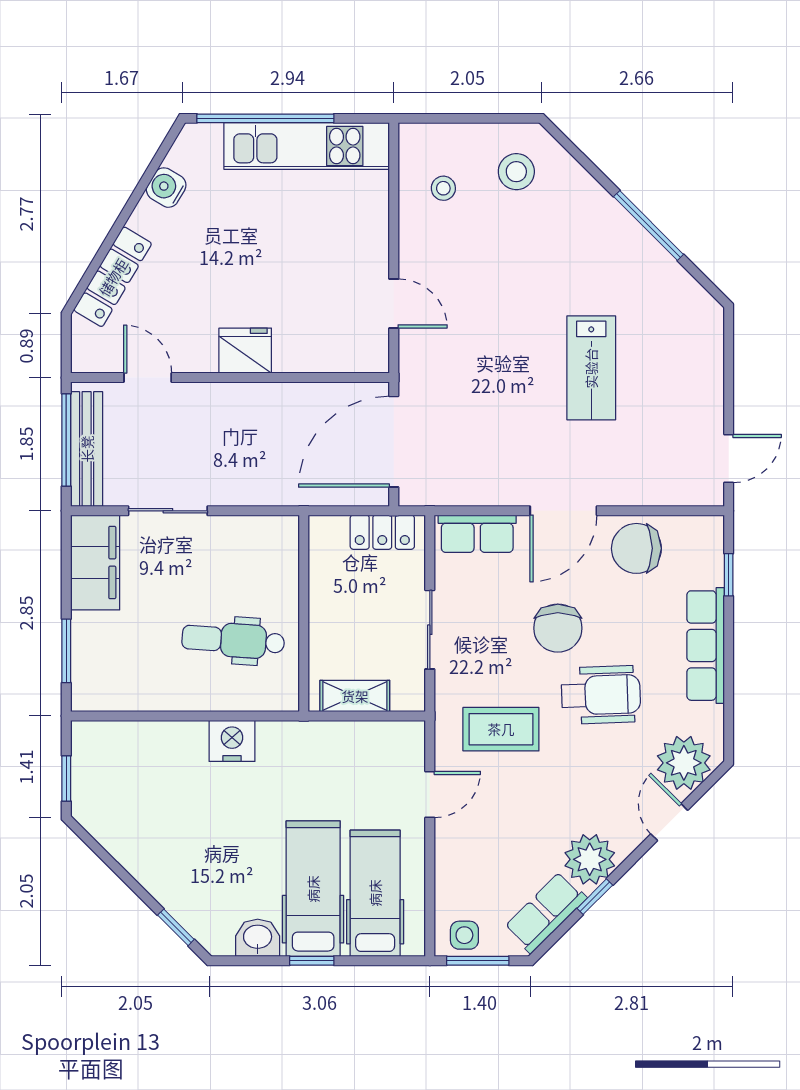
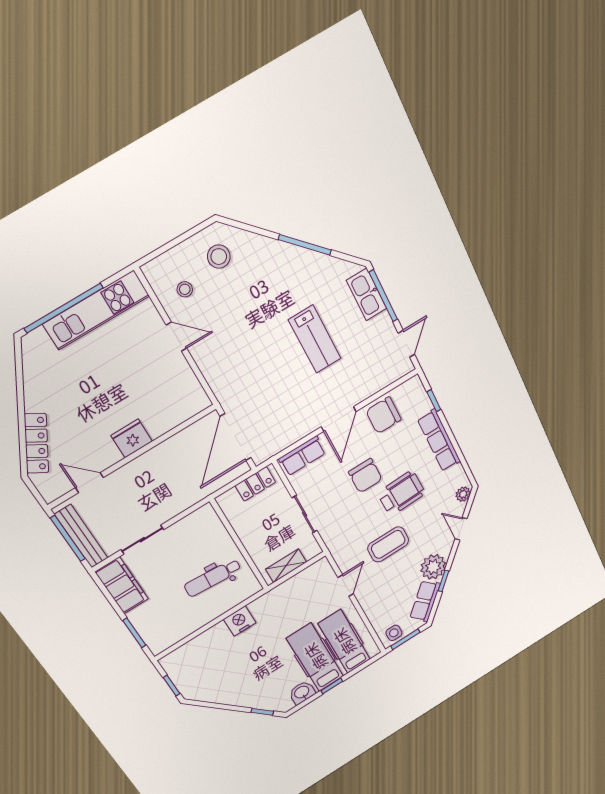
water cooler: (166, 188) -> (34, 379), removed
door: (394, 303) -> (176, 337), moved
kitchen sink: (704, 348) -> (367, 294), added
window: (729, 365) -> (383, 296), added
coffee table: (501, 729) -> (388, 544), moved
plant: (684, 763) -> (463, 494), width x0.53, depth x0.53

